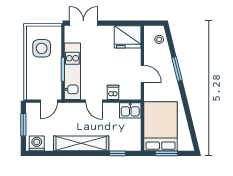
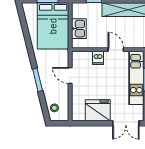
fridge: (128, 37) -> (98, 110), moved
kitchen sink: (130, 110) -> (79, 29), moved, turned 90

